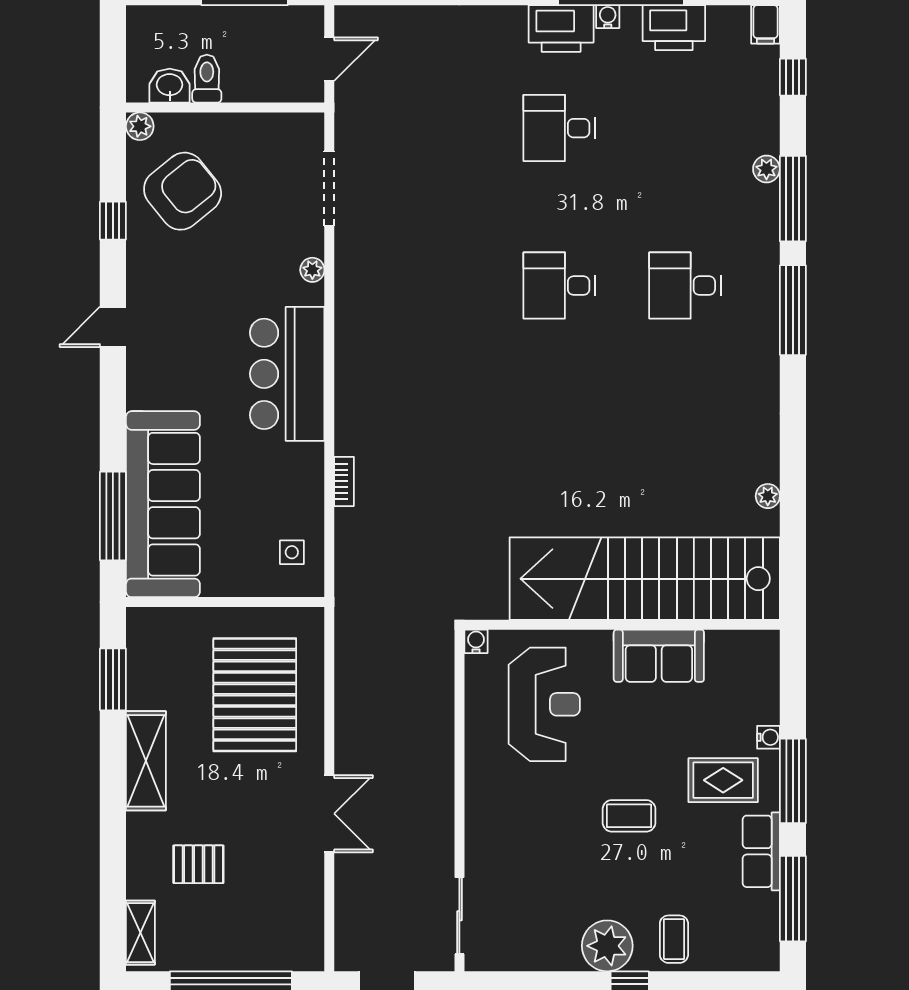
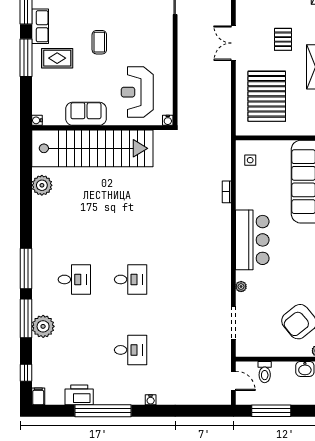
water cooler: (608, 17) -> (151, 400), moved
printer: (561, 28) -> (130, 395), removed
door: (329, 59) -> (233, 381), swing flipped
toilet: (207, 79) -> (265, 372), moved
plant: (766, 169) -> (43, 326), width x1.87, depth x1.87
plant: (768, 496) -> (42, 185), width x1.88, depth x1.88
water cooler: (768, 737) -> (37, 120), moved
coffee table: (629, 816) -> (99, 42), turned 90
pallet: (198, 864) -> (283, 39), moved, turned 90

